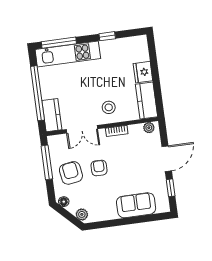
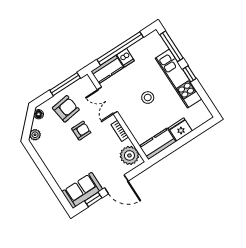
window: (107, 36) -> (189, 74), moved
kitchen unit: (68, 54) -> (178, 79), moved
dishwasher: (49, 92) -> (126, 58), added
stool: (109, 107) -> (148, 98), moved
plant: (149, 128) -> (129, 155), width x1.88, depth x1.88
sofa: (136, 205) -> (82, 190), moved, turned -90

